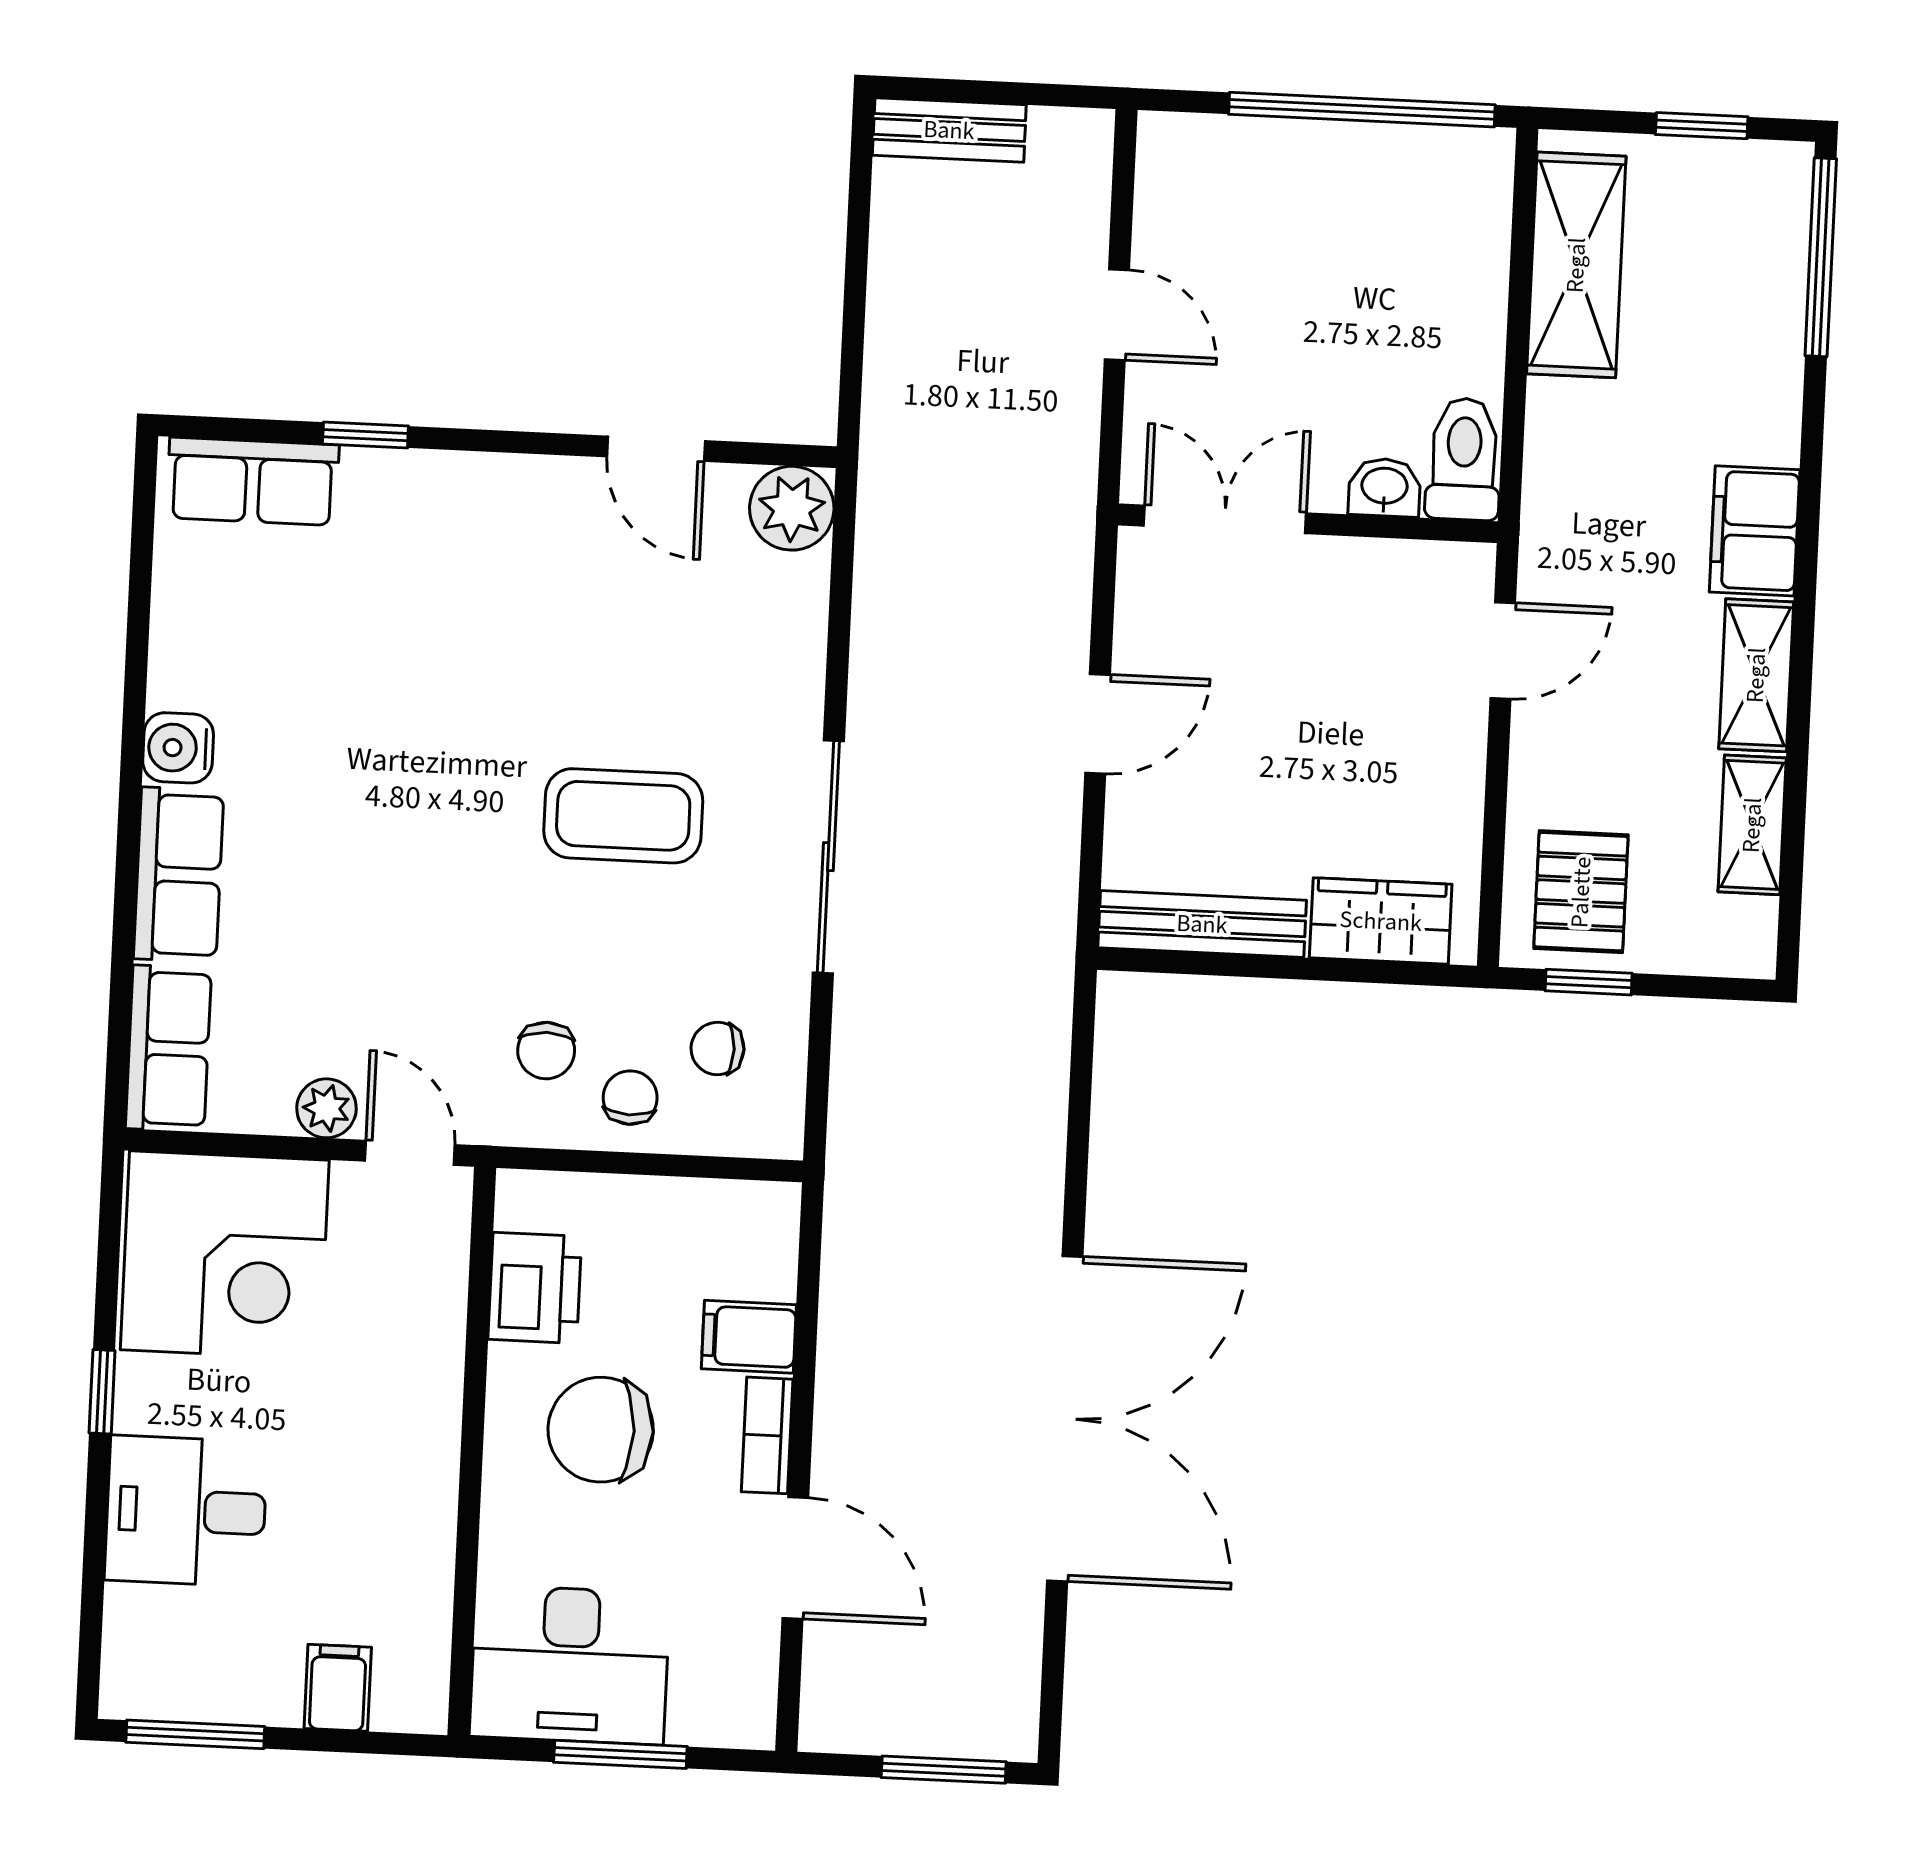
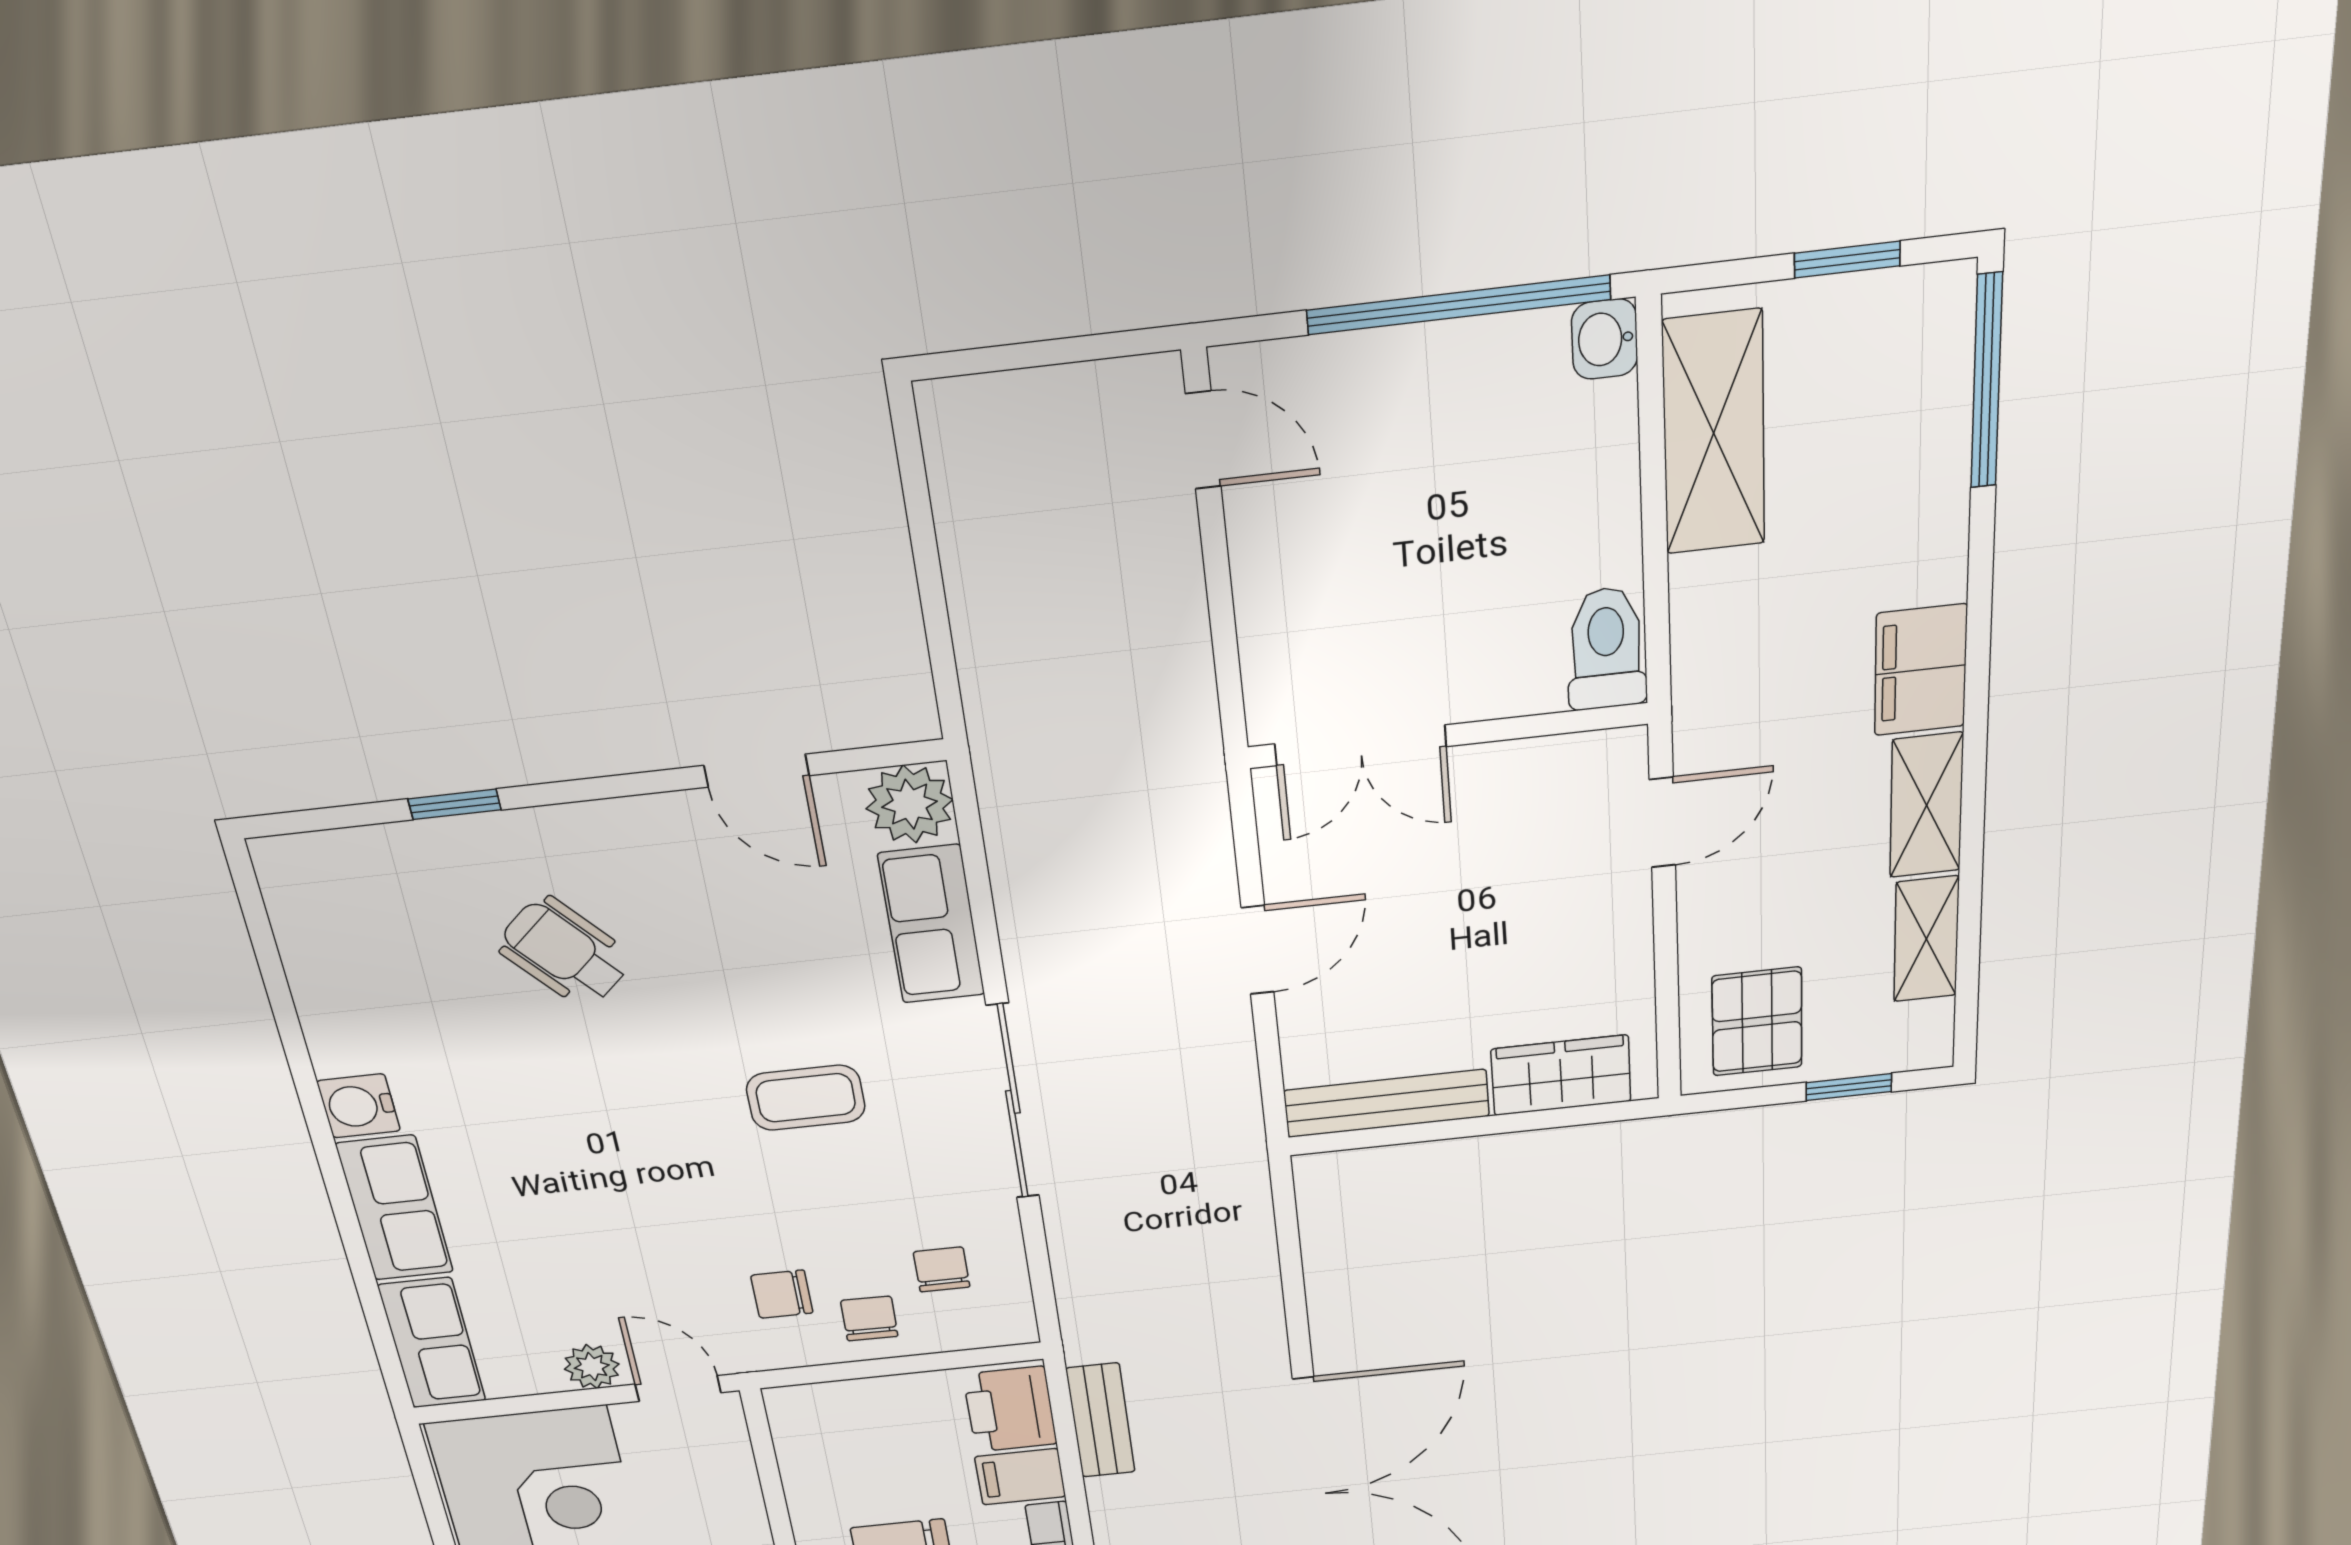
bench: (949, 130) -> (1101, 1420), moved, turned 90
door: (1117, 315) -> (1203, 440), moved
row of seats: (253, 481) -> (932, 924), moved, turned 90
washbasin: (1384, 487) -> (1605, 339), moved, turned -90
double door: (1225, 519) -> (1360, 745), swing flipped
wheelchair: (427, 610) -> (565, 952), added
coffee table: (623, 816) -> (806, 1098), width x0.73, depth x0.77
window: (1589, 982) -> (1849, 1087), moved
chair: (717, 1048) -> (942, 1269), turned 90
chair: (546, 1051) -> (782, 1294), turned 90
printer: (535, 1288) -> (1010, 1409), moved, turned 180

